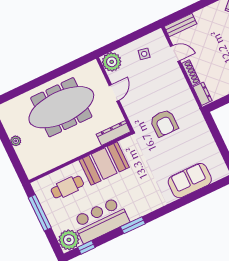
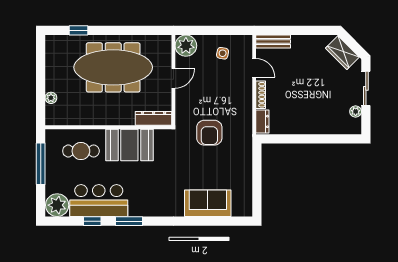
window: (19, 91) -> (78, 30), added
plant: (16, 141) -> (51, 98), moved
window: (86, 247) -> (92, 221), moved

